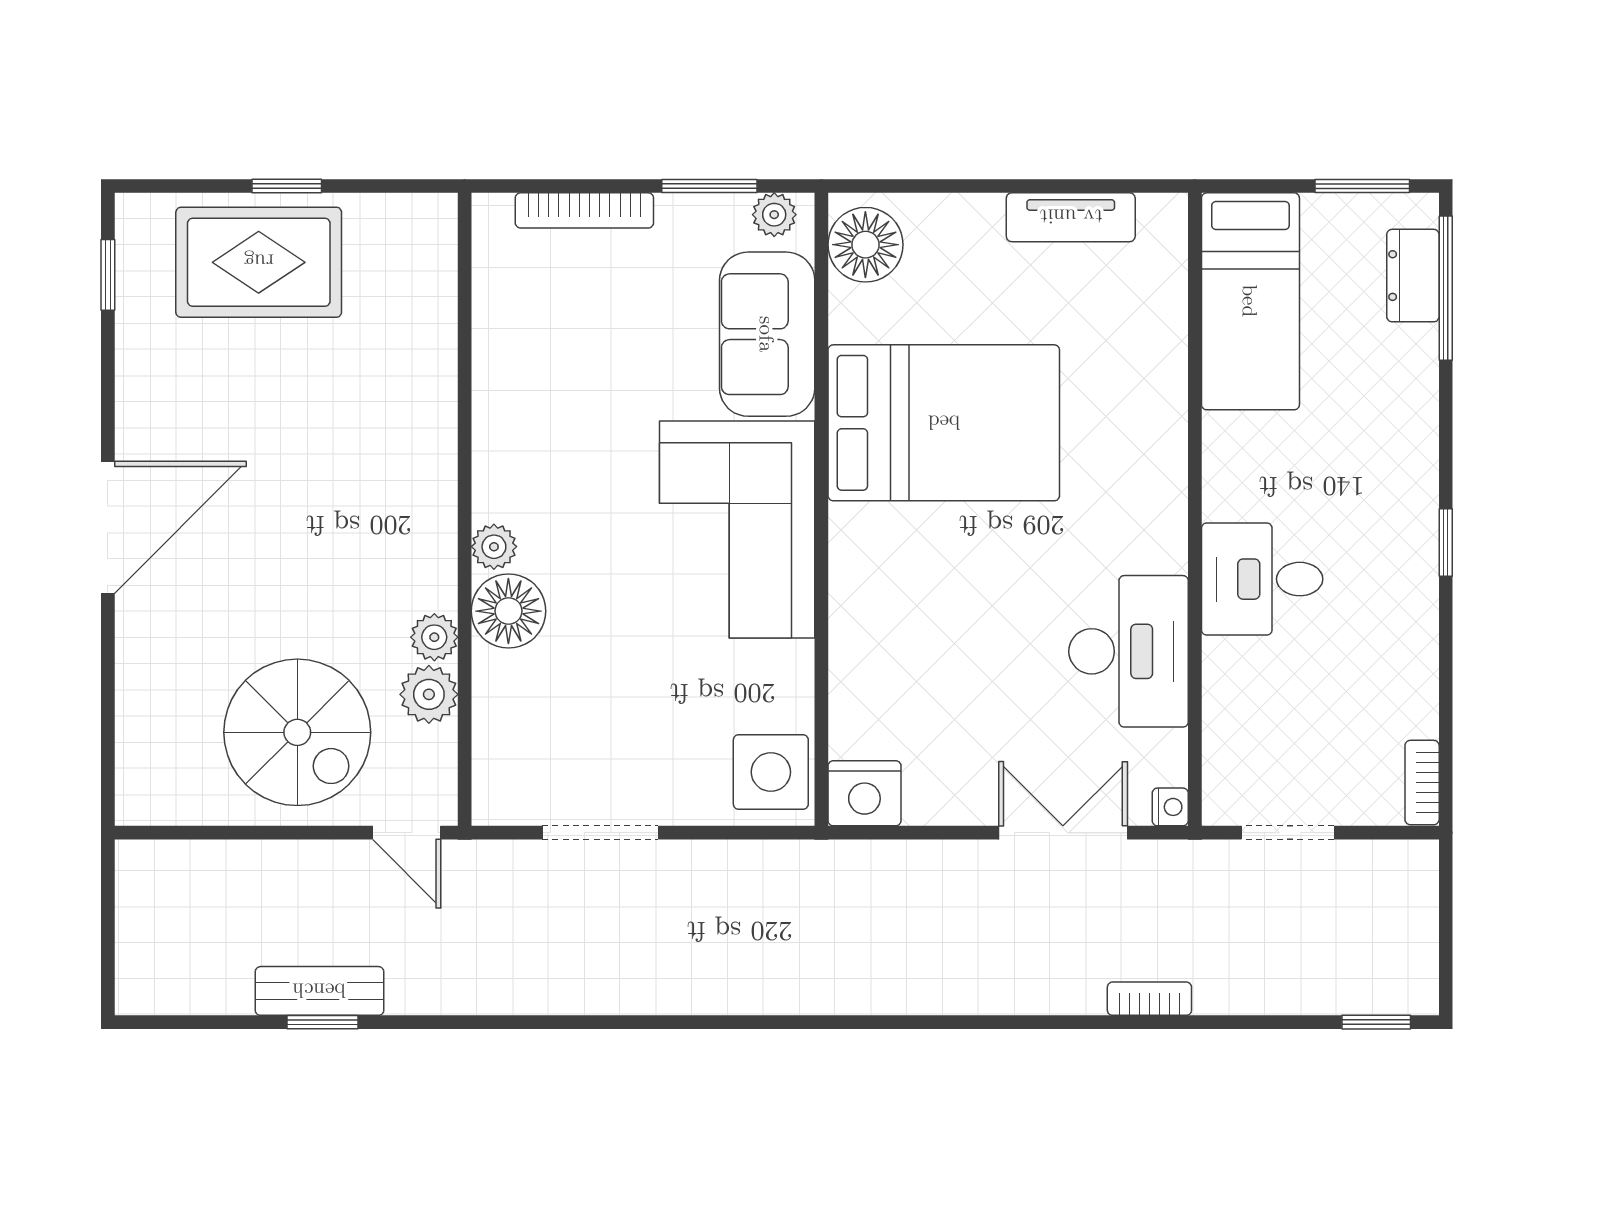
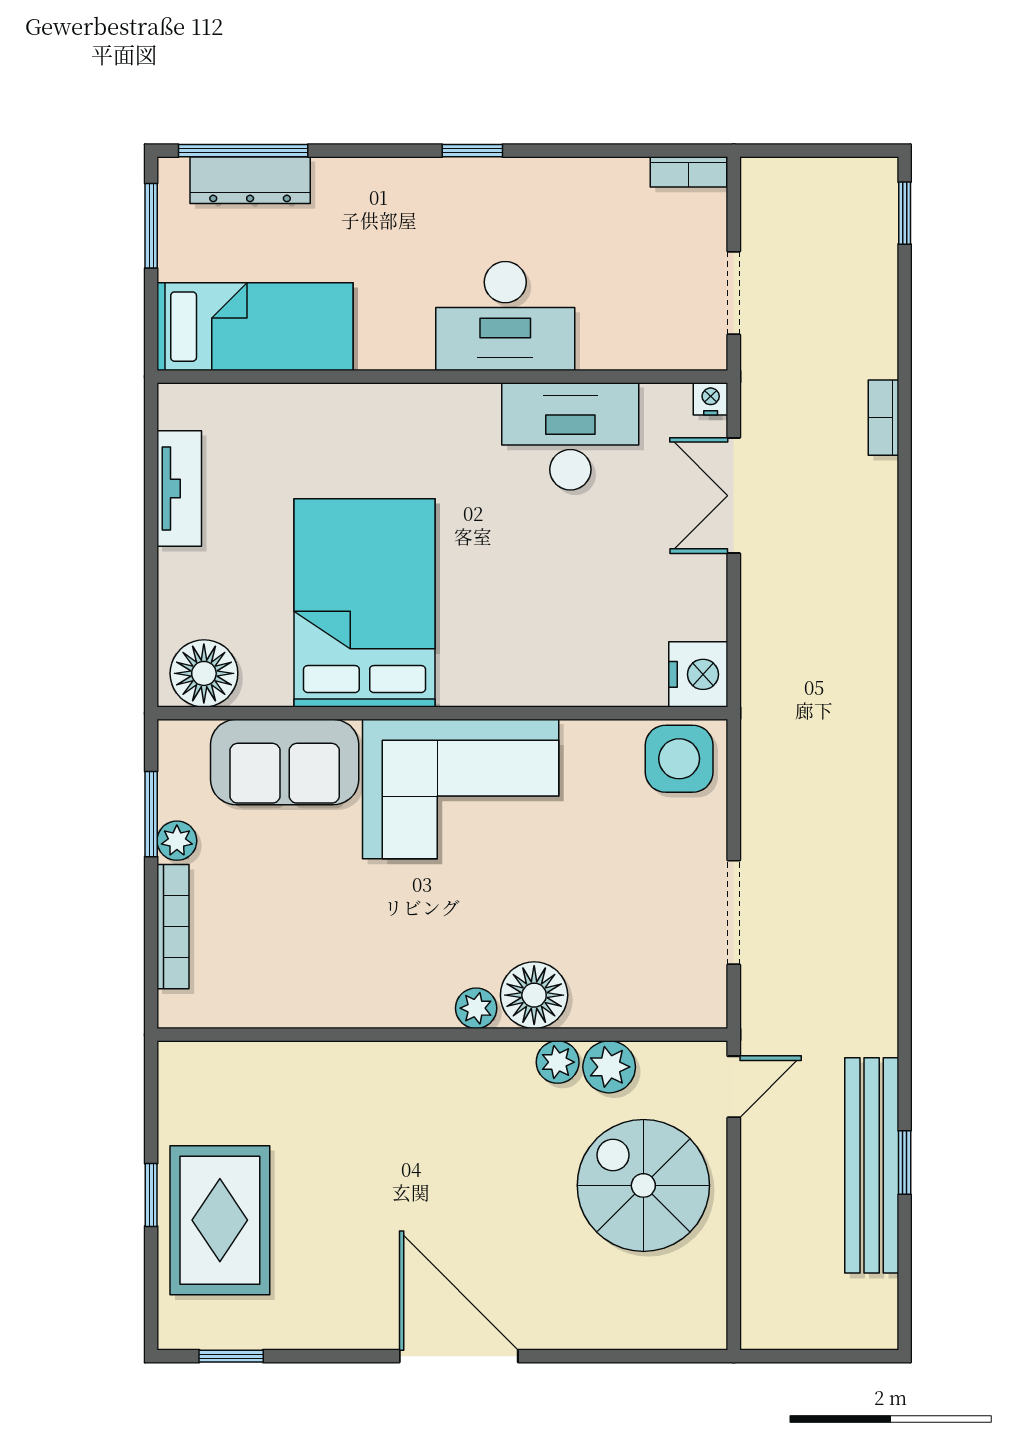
plant: (774, 215) -> (177, 841), moved
dresser: (1413, 276) -> (250, 180), width x1.44
desk: (1262, 579) -> (505, 316), width x1.37
spiral stairs: (297, 732) -> (643, 1185), turned -90
bench: (319, 991) -> (872, 1165), width x1.86, depth x1.21

